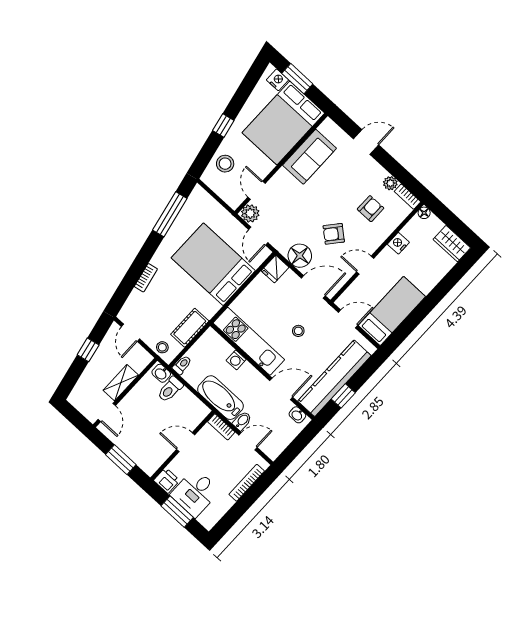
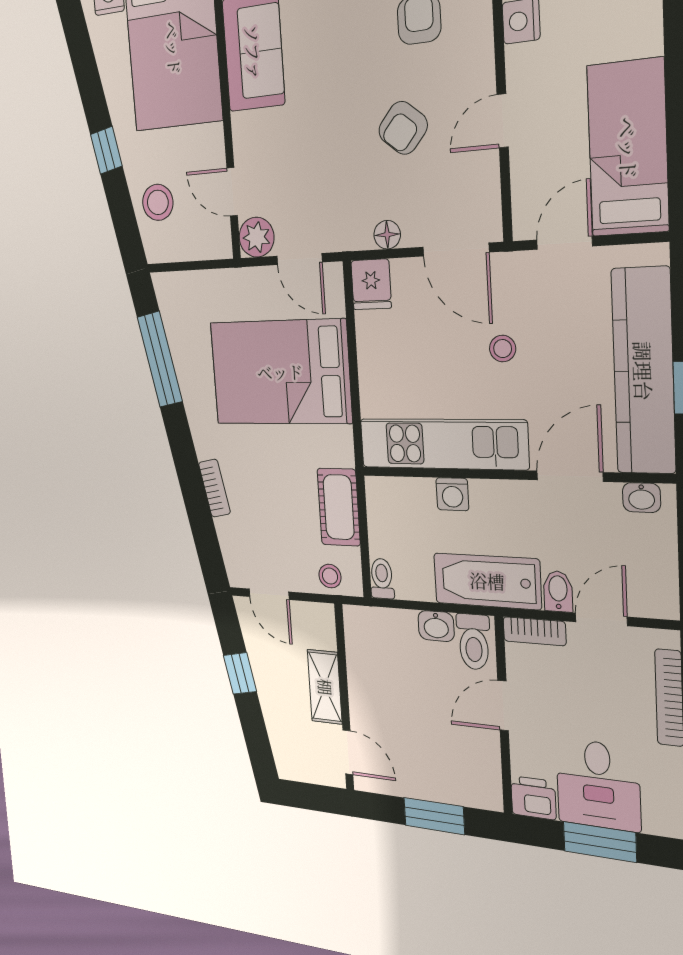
floor lamp: (300, 256) -> (387, 235), width x0.53, depth x0.53
door: (313, 287) -> (456, 250), swing flipped
washbasin: (161, 373) -> (436, 626), moved
toilet: (170, 389) -> (474, 642), moved

